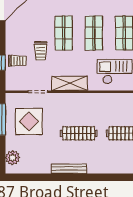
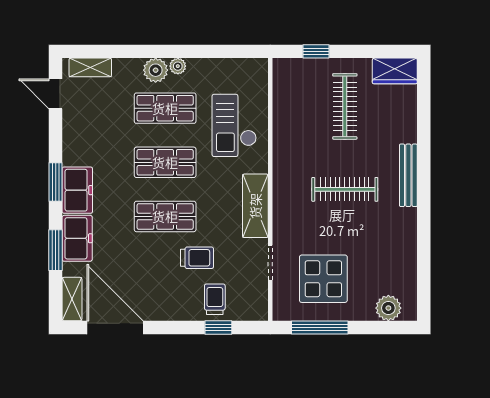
clothes rail: (79, 133) -> (345, 189), turned 90
bench: (69, 169) -> (408, 175), moved

